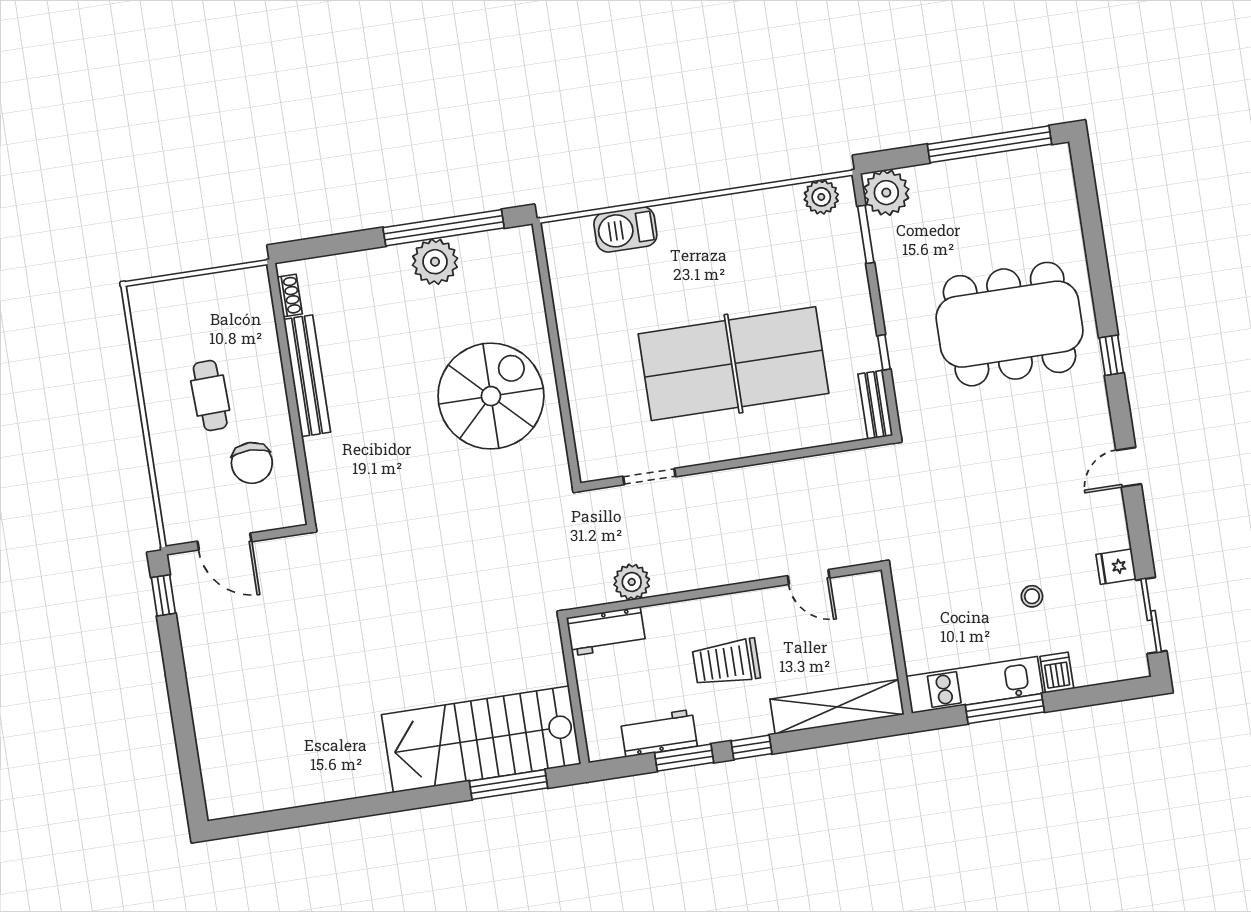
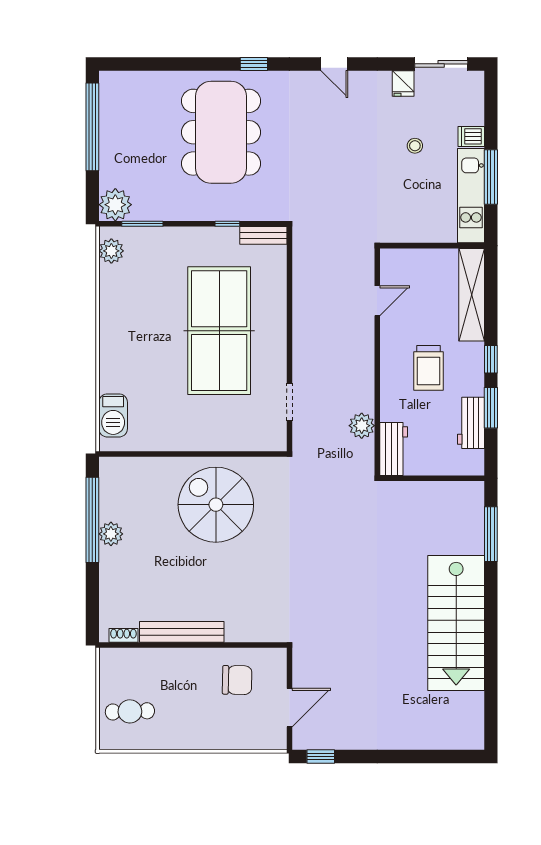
barbecue: (625, 229) -> (113, 415), moved
plant: (435, 262) -> (111, 534), width x0.73, depth x0.73
cafe table: (210, 396) -> (130, 711), moved
stairs: (481, 739) -> (456, 623), moved

